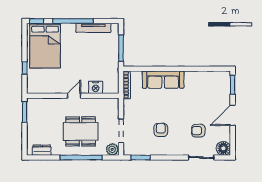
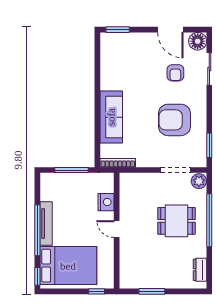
tv unit: (93, 28) -> (46, 223), moved
nightstand: (96, 87) -> (106, 202), moved
wall: (73, 96) -> (117, 231), moved
door: (74, 96) -> (117, 229), moved
door: (233, 115) -> (170, 30), moved
armchair: (161, 130) -> (174, 120), width x1.88, depth x1.88
dining table: (81, 131) -> (176, 221), width x0.73

